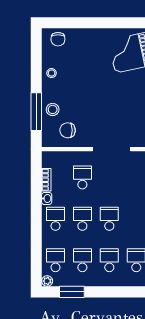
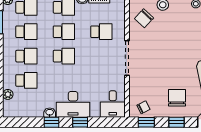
chair: (68, 130) -> (144, 18), turned -137

